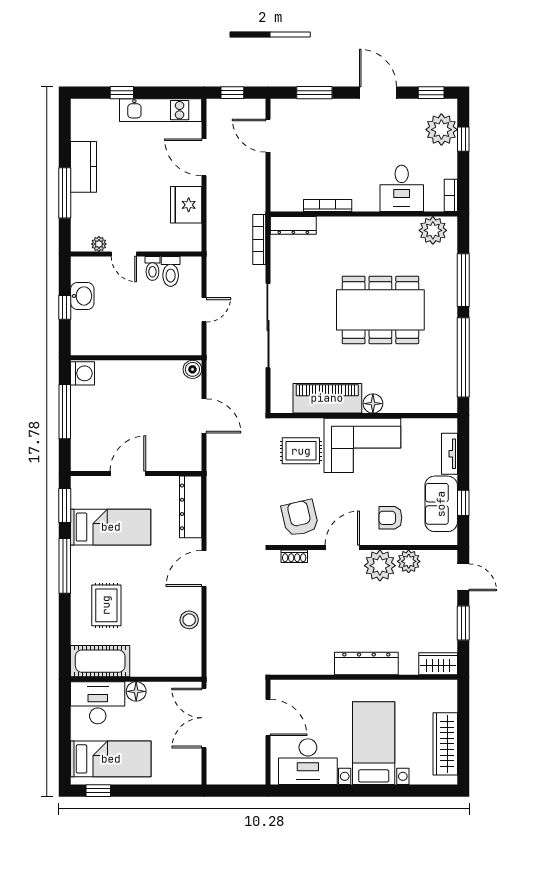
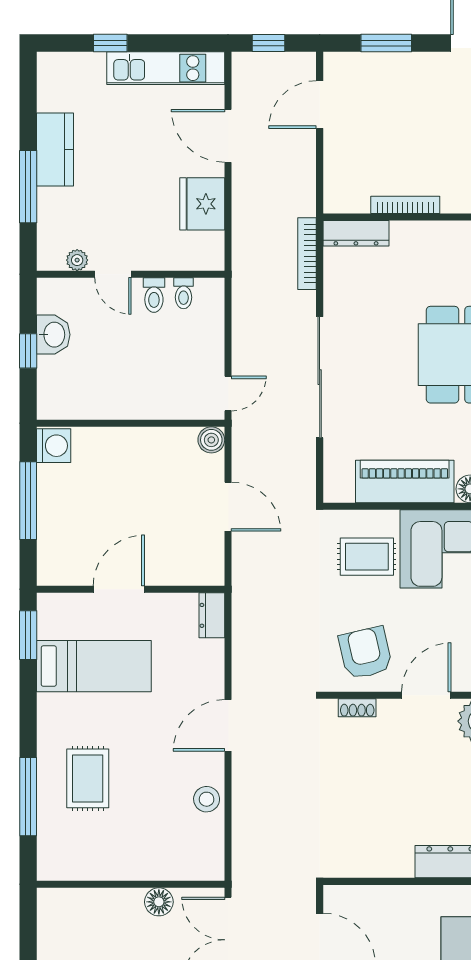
door: (268, 136) -> (320, 105), hinge flipped
toilet: (171, 271) -> (184, 293), width x0.73, depth x0.72
door: (204, 310) -> (228, 393), moved
dresser: (191, 507) -> (212, 615), width x0.51, depth x0.80
window: (65, 566) -> (28, 797), moved
cot: (100, 661) -> (79, 858), removed
floor lamp: (136, 691) -> (159, 902), moved
desk: (98, 703) -> (75, 918), removed

